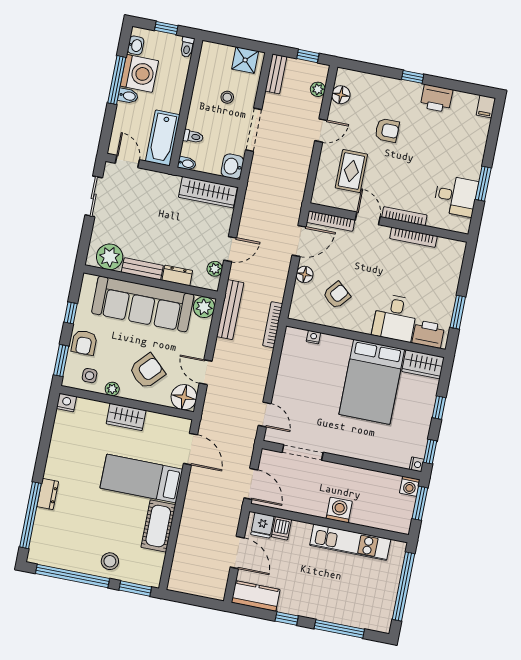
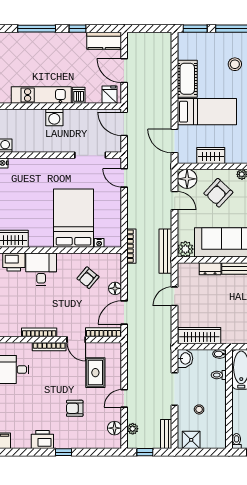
plant: (215, 269) -> (183, 279), removed
bed: (372, 382) -> (74, 218), moved
wardrobe: (126, 417) -> (211, 155), moved
dishwasher: (282, 528) -> (79, 95), moved
stool: (110, 561) -> (235, 64), moved

